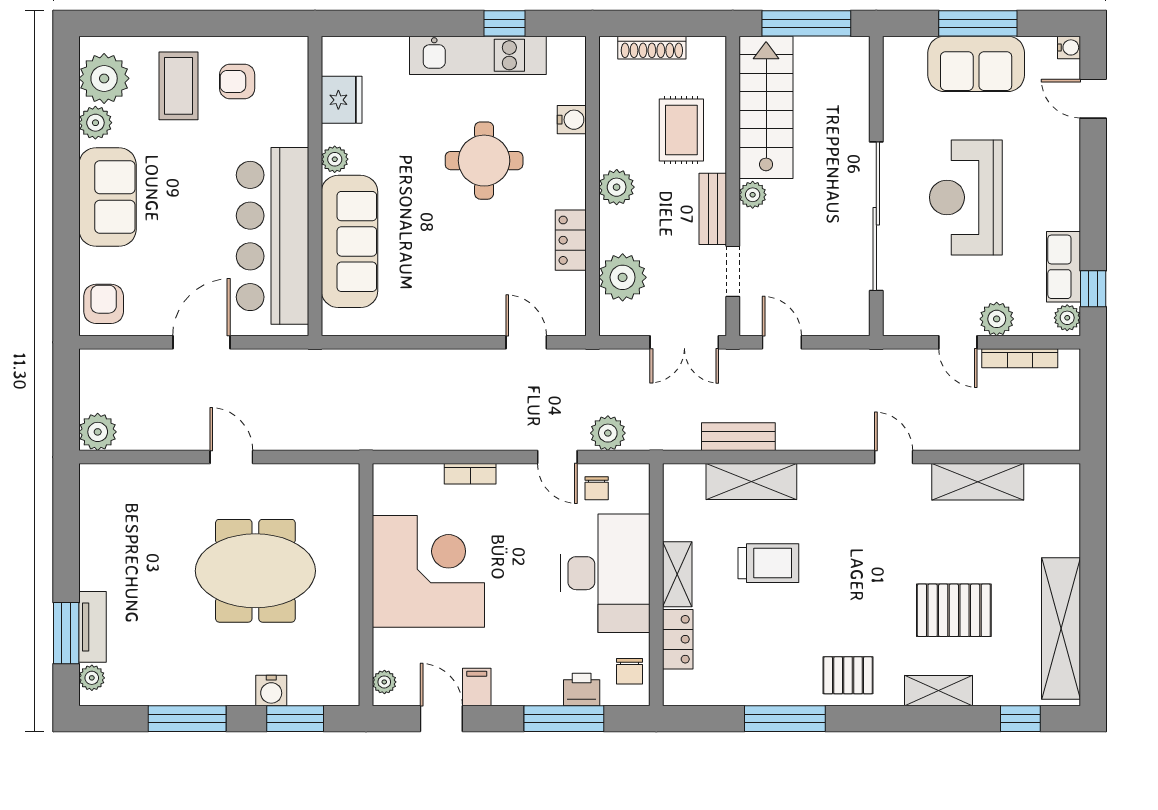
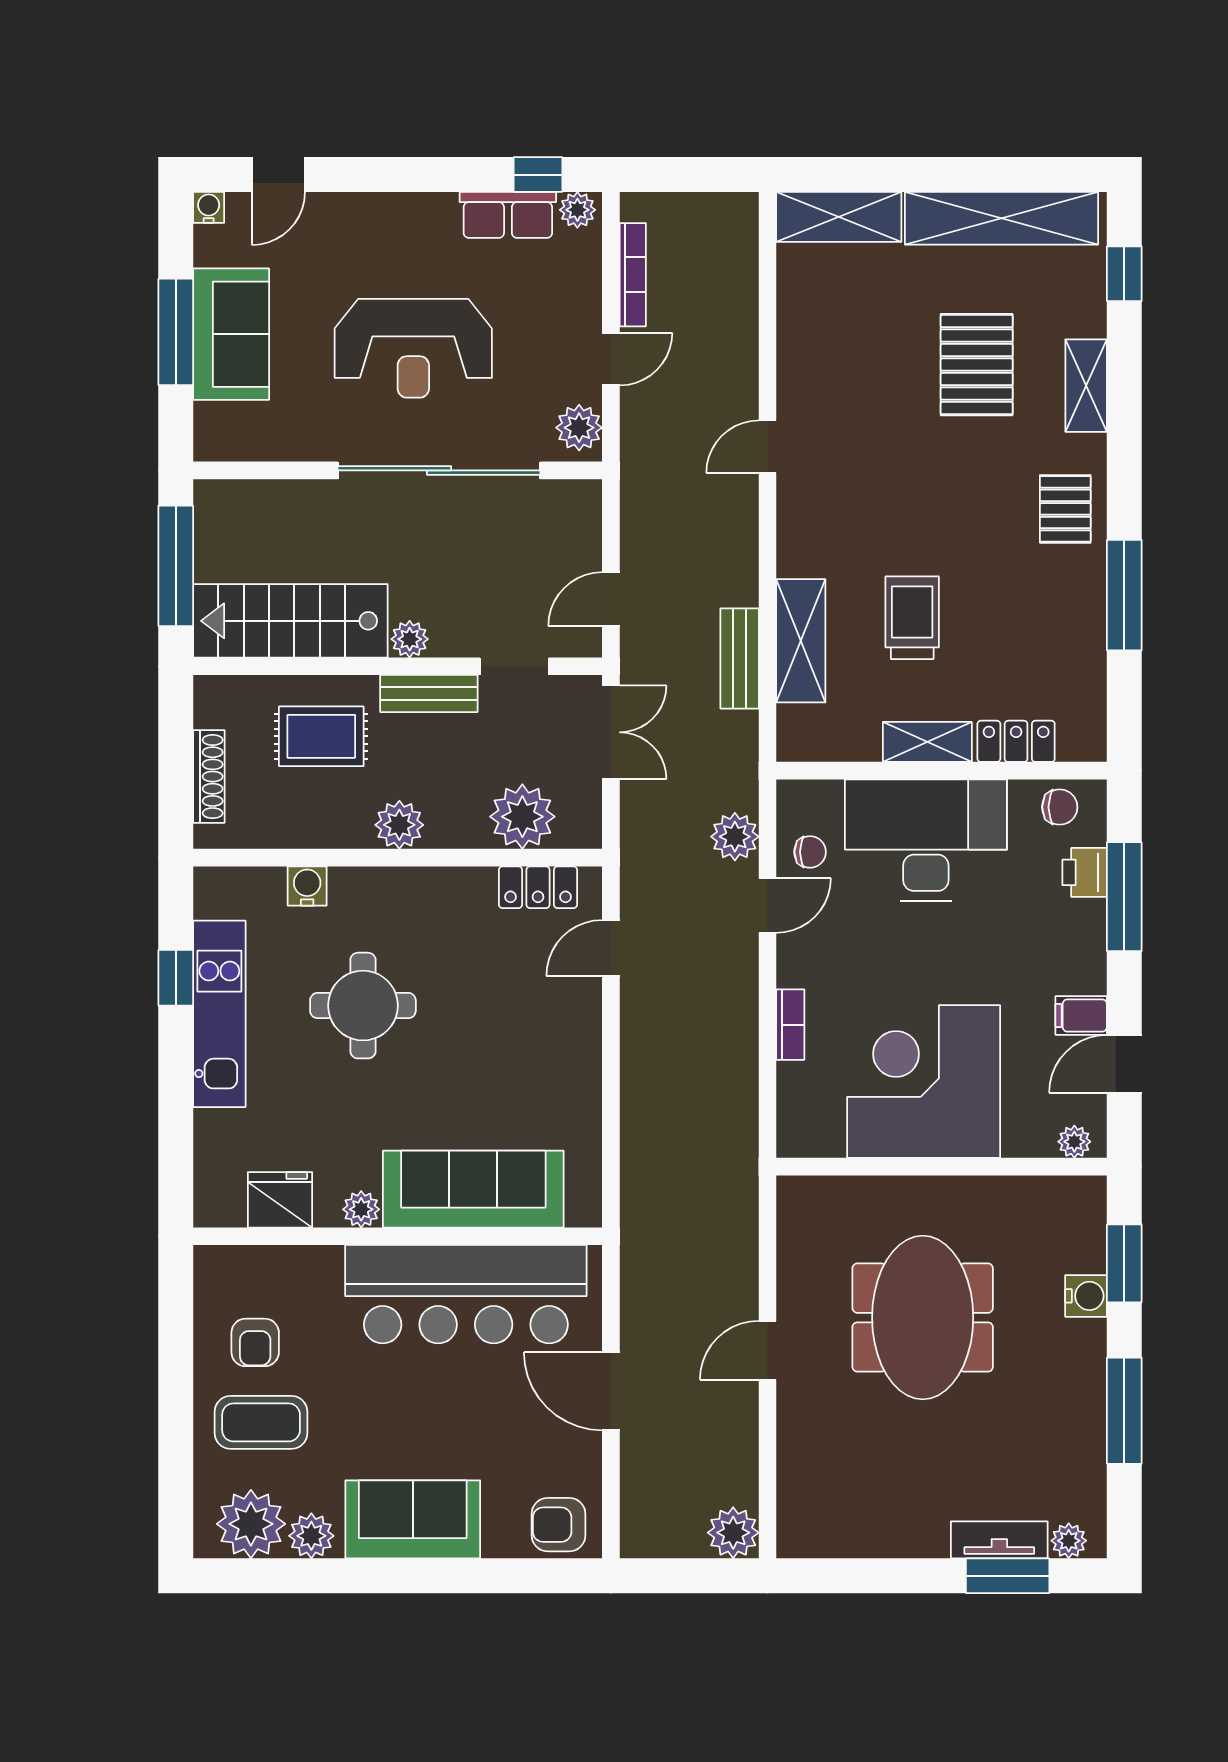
locker: (571, 240) -> (538, 887), moved
plant: (997, 319) -> (579, 428), moved
shelving: (978, 482) -> (839, 217), moved, turned 90

